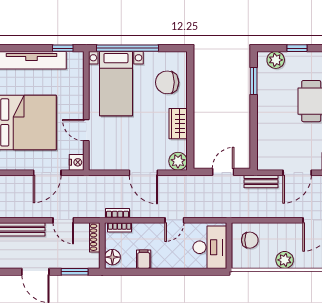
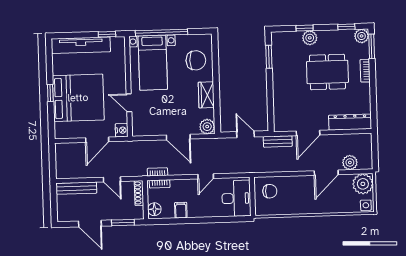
plant: (276, 60) -> (310, 38), moved
chair: (167, 82) -> (196, 60), turned 180
door: (223, 172) -> (245, 134), hinge flipped
plant: (285, 260) -> (300, 207), removed

